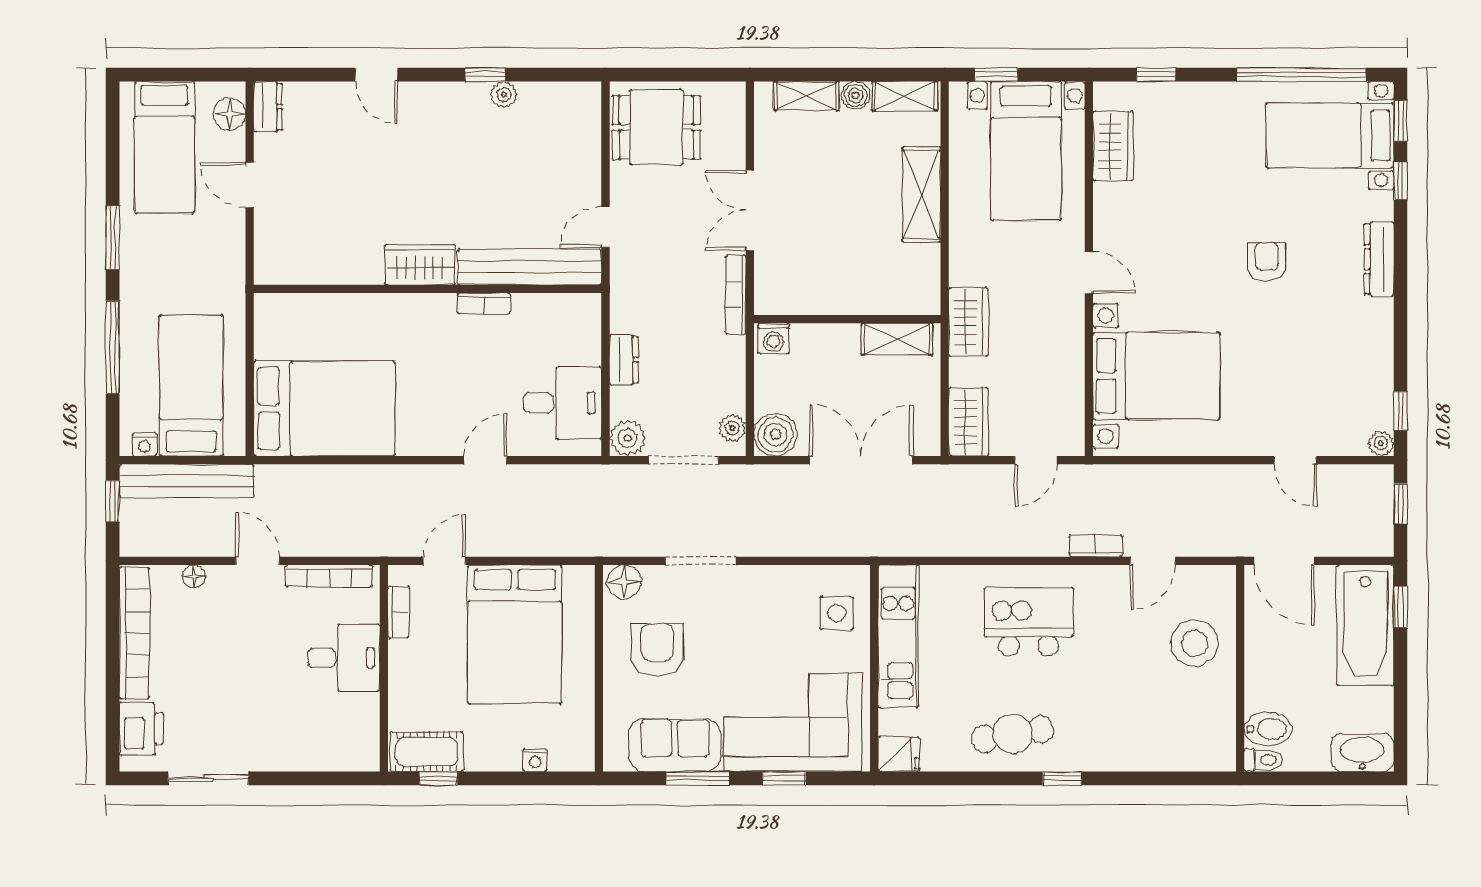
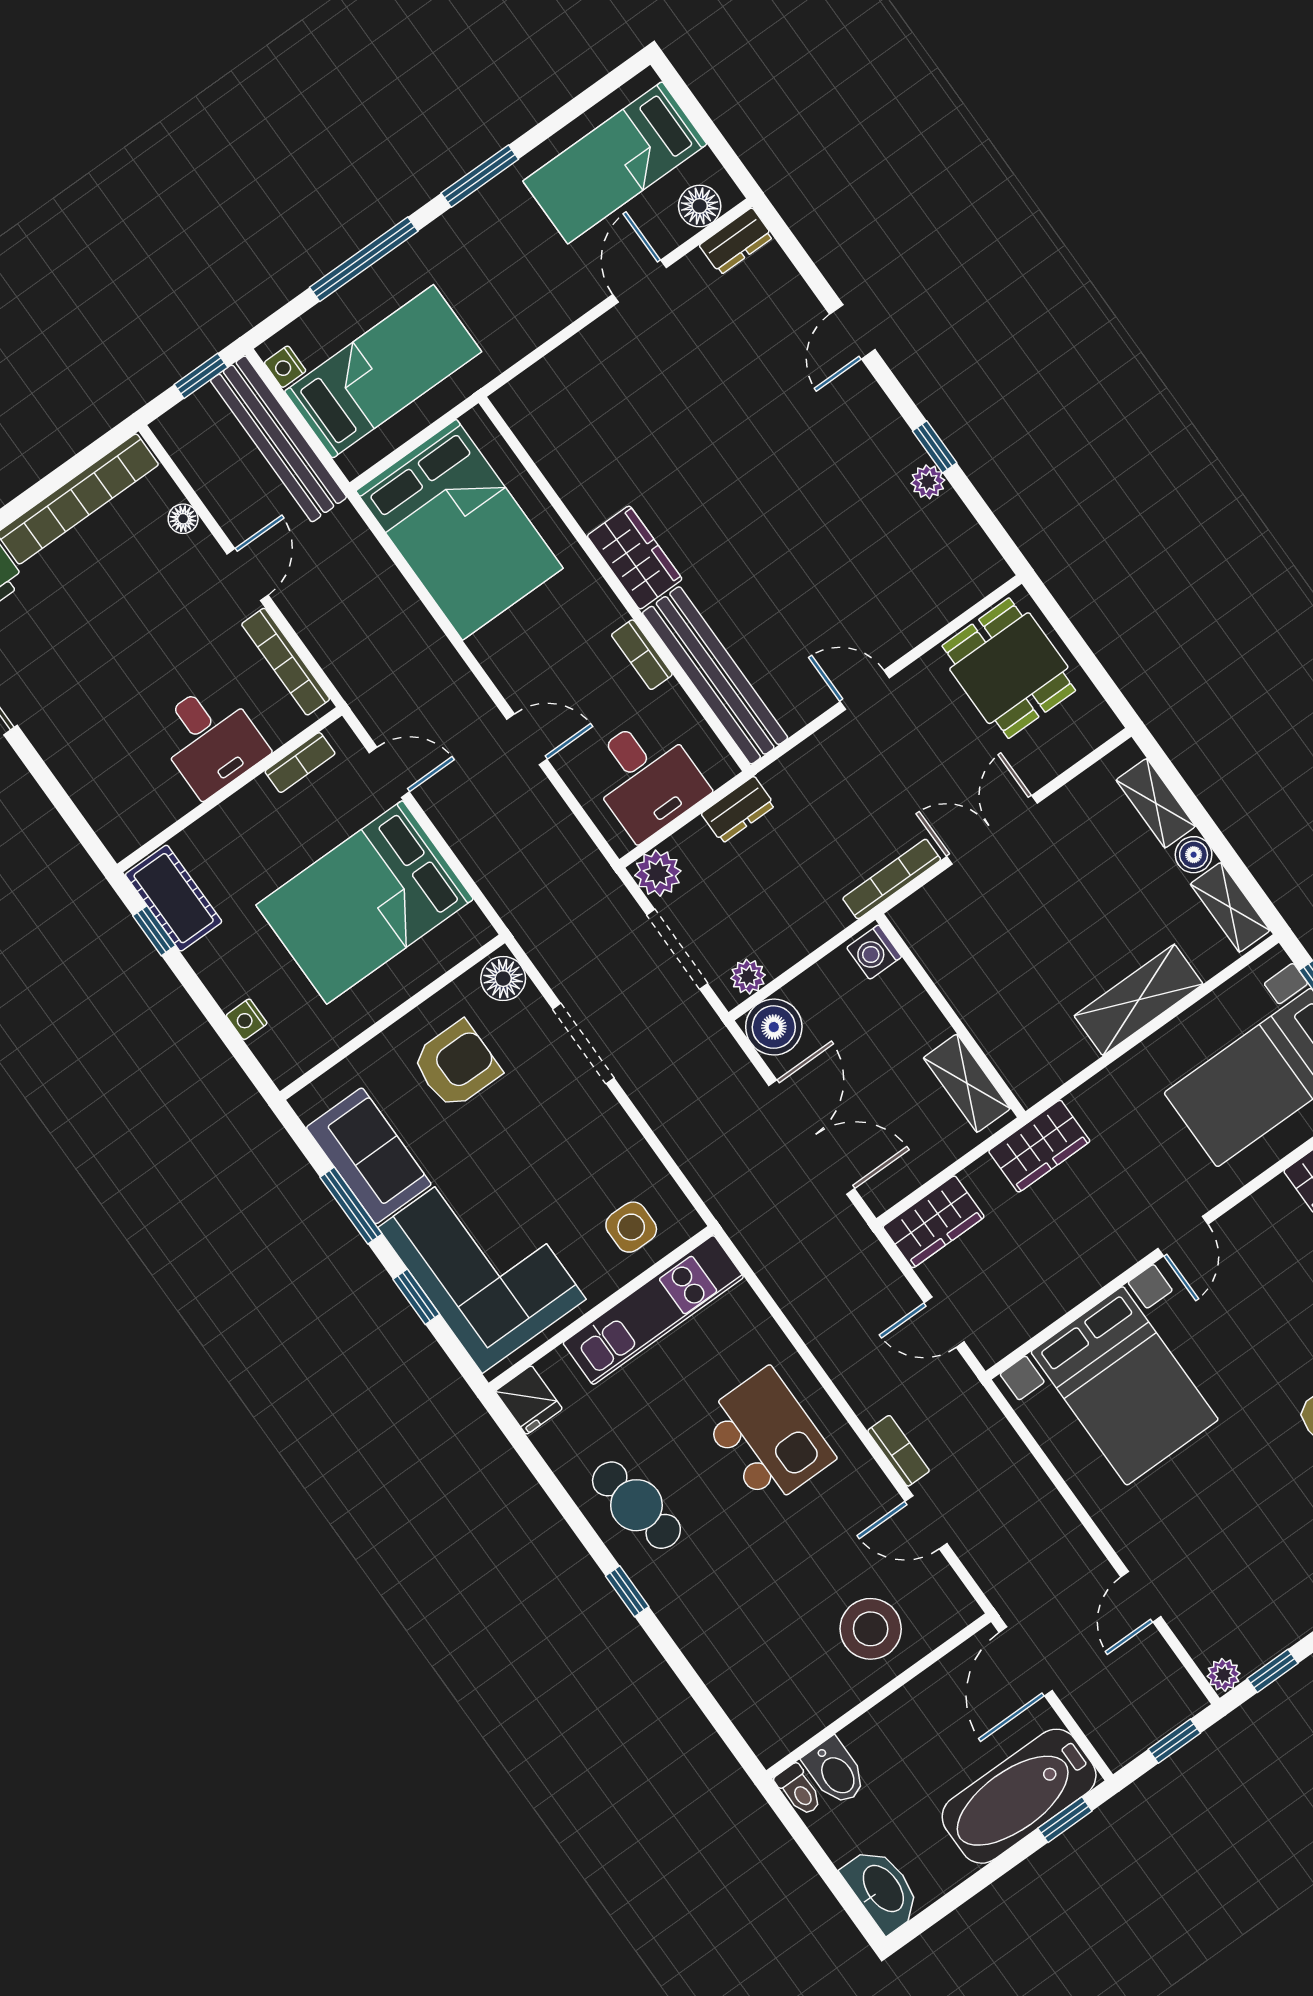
wardrobe: (420, 265) -> (635, 558), moved
bench: (530, 267) -> (715, 675), moved
wall: (428, 289) -> (615, 584), moved
bookcase: (484, 303) -> (642, 655), moved

